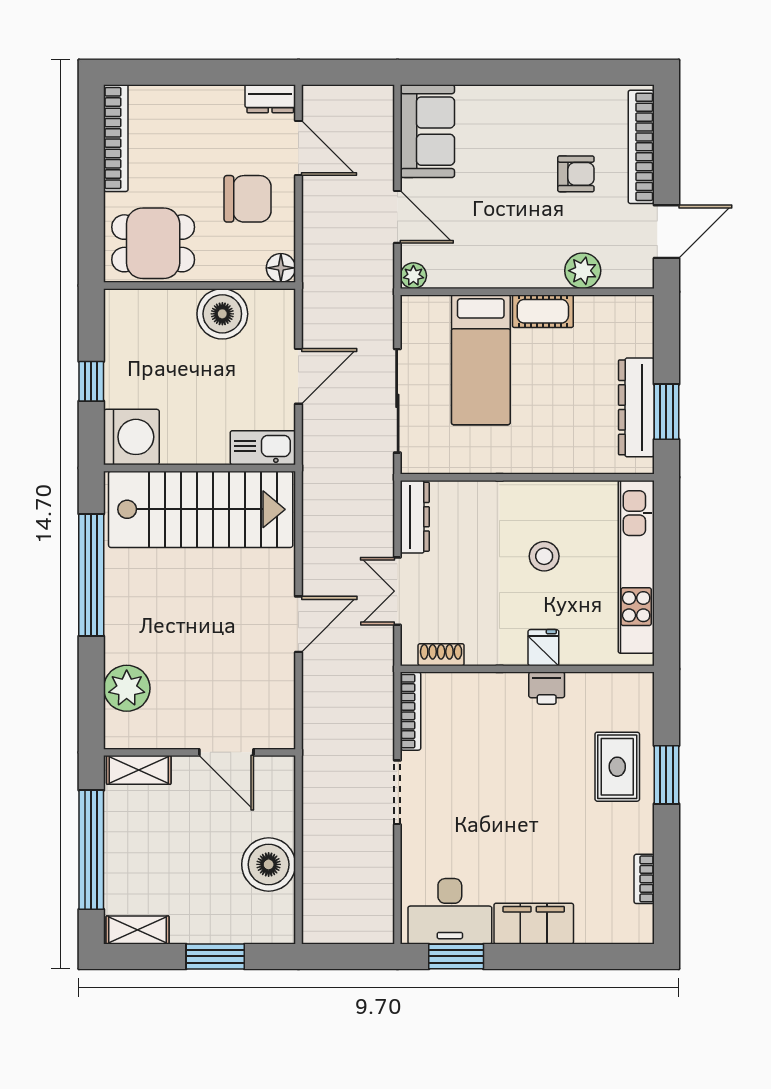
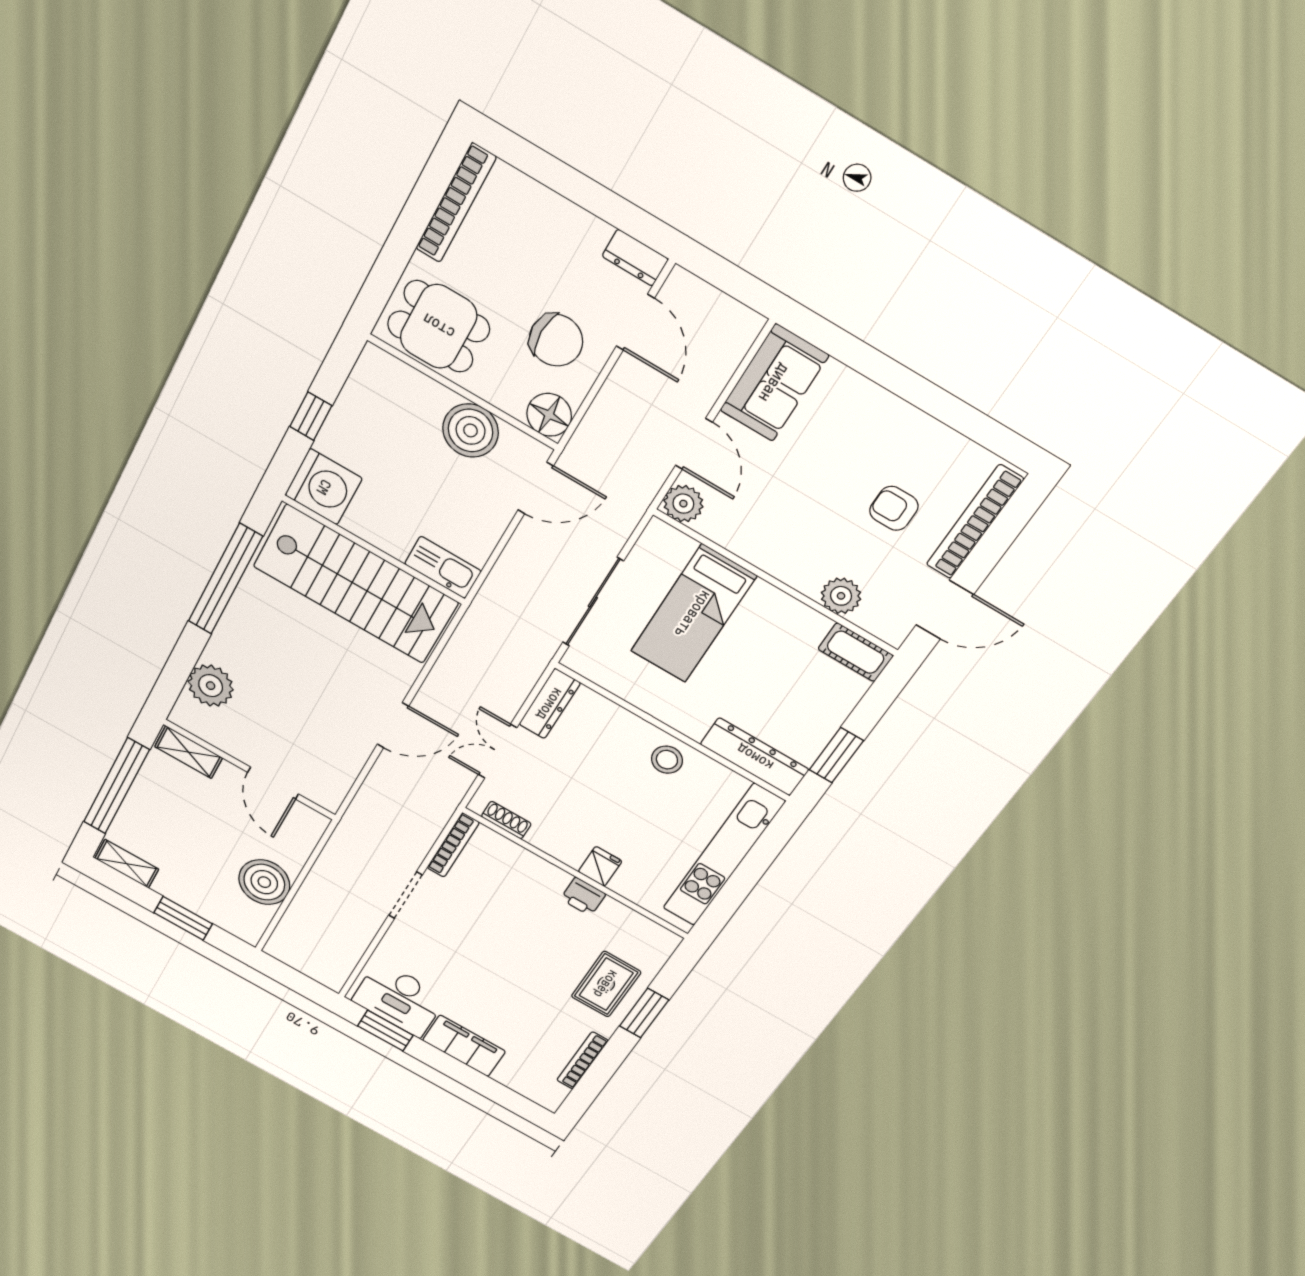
armchair: (576, 174) -> (894, 508), turned 180
floor lamp: (281, 268) -> (549, 415), width x1.38, depth x1.38
plant: (413, 276) -> (683, 504), width x1.38, depth x1.38
cot: (543, 311) -> (856, 652), moved
door: (298, 376) -> (536, 488), moved
dresser: (636, 407) -> (755, 757), moved, turned 90
stool: (544, 556) -> (667, 760), moved
bookcase: (644, 879) -> (582, 1060), width x1.56

